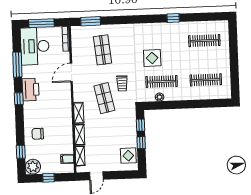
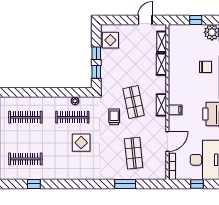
window: (173, 18) -> (34, 184), moved
window: (91, 21) -> (125, 184), moved
window: (41, 23) -> (197, 184), width x0.46
door: (71, 72) -> (167, 141), moved
shelving: (79, 113) -> (161, 105), moved
filing cabinet: (67, 159) -> (175, 110), moved

